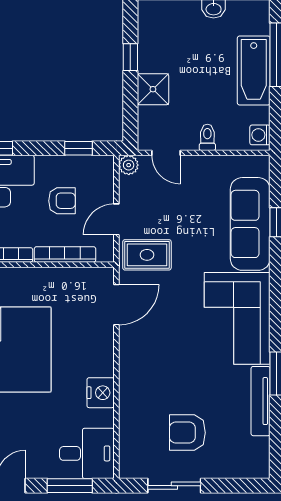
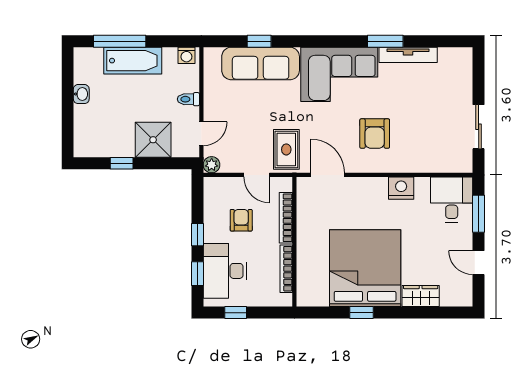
shower: (153, 89) -> (153, 140), width x1.36, depth x1.36
window: (79, 148) -> (197, 235), moved
armchair: (187, 433) -> (375, 134), moved

